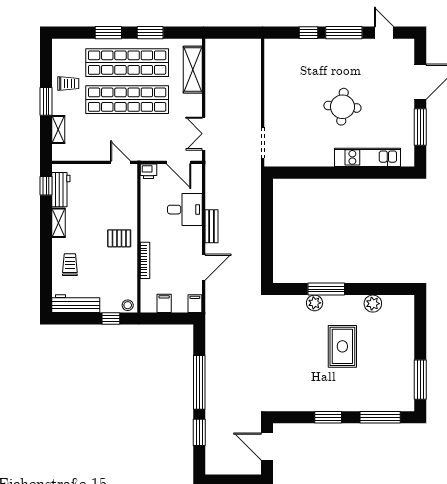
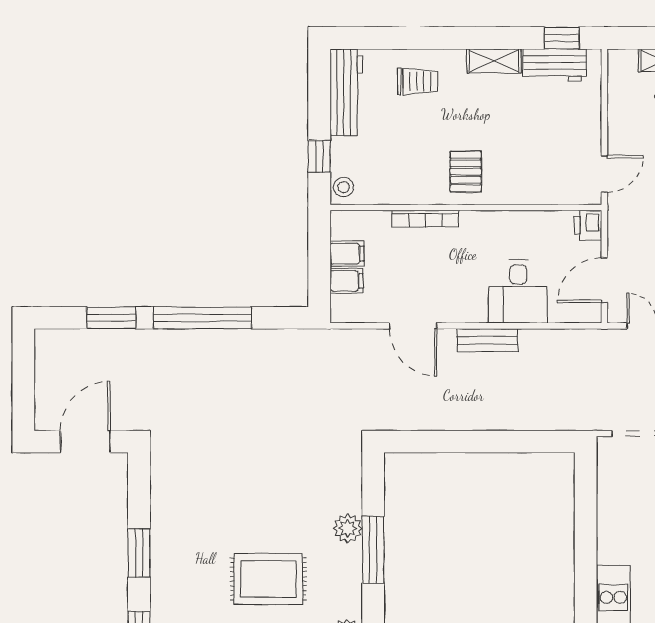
filing cabinet: (195, 304) -> (346, 281), moved

